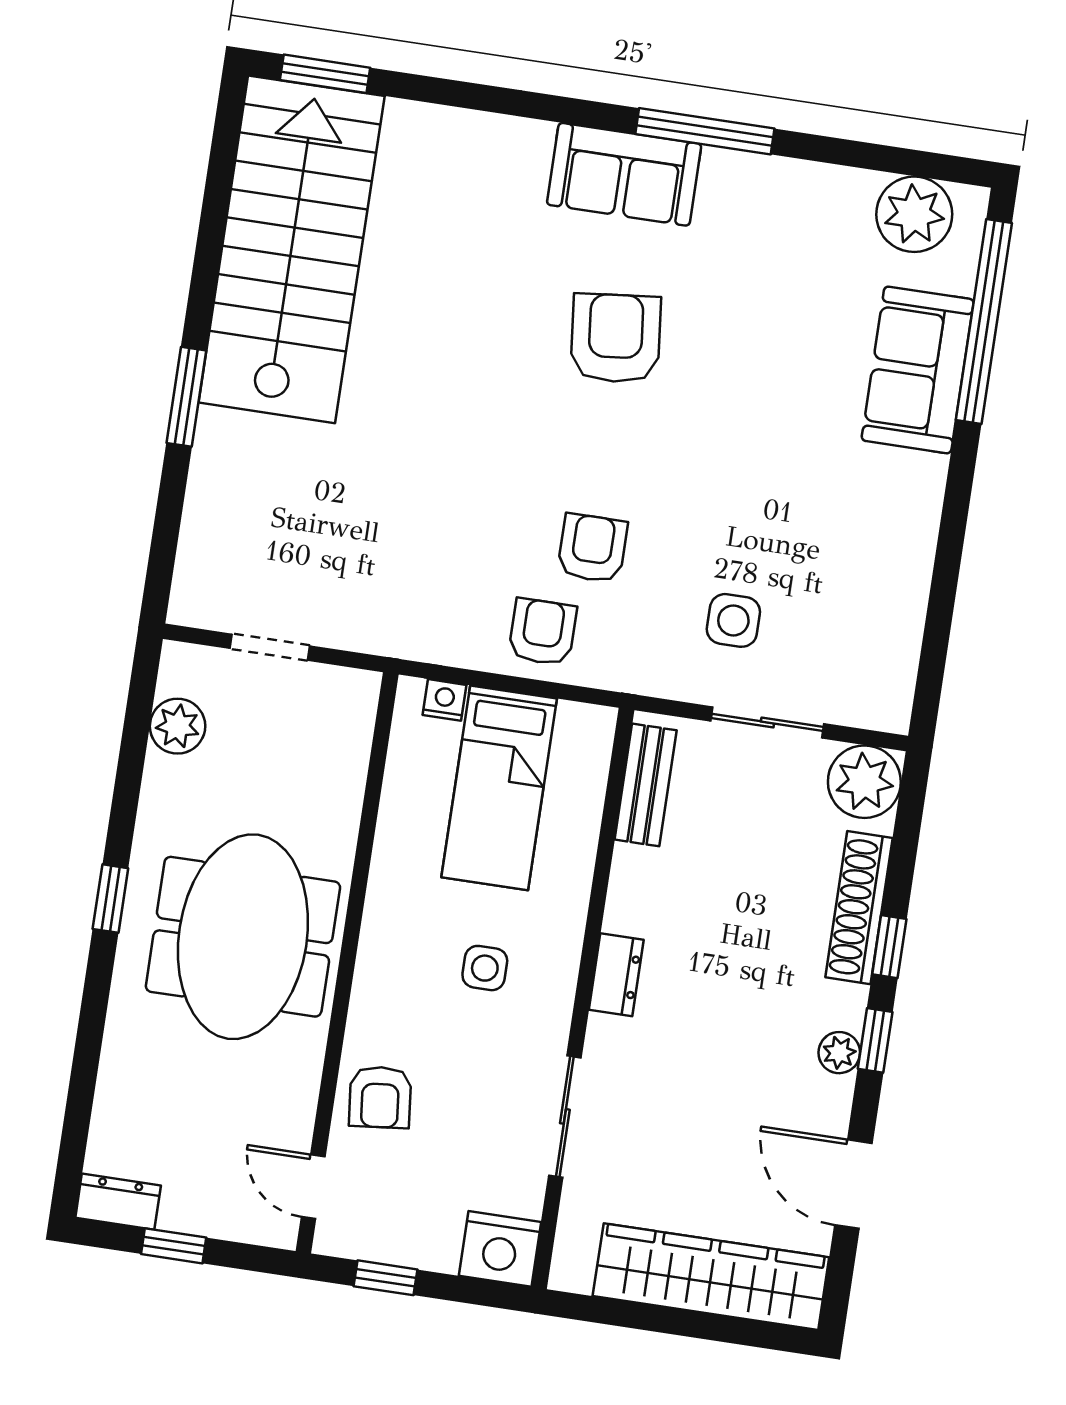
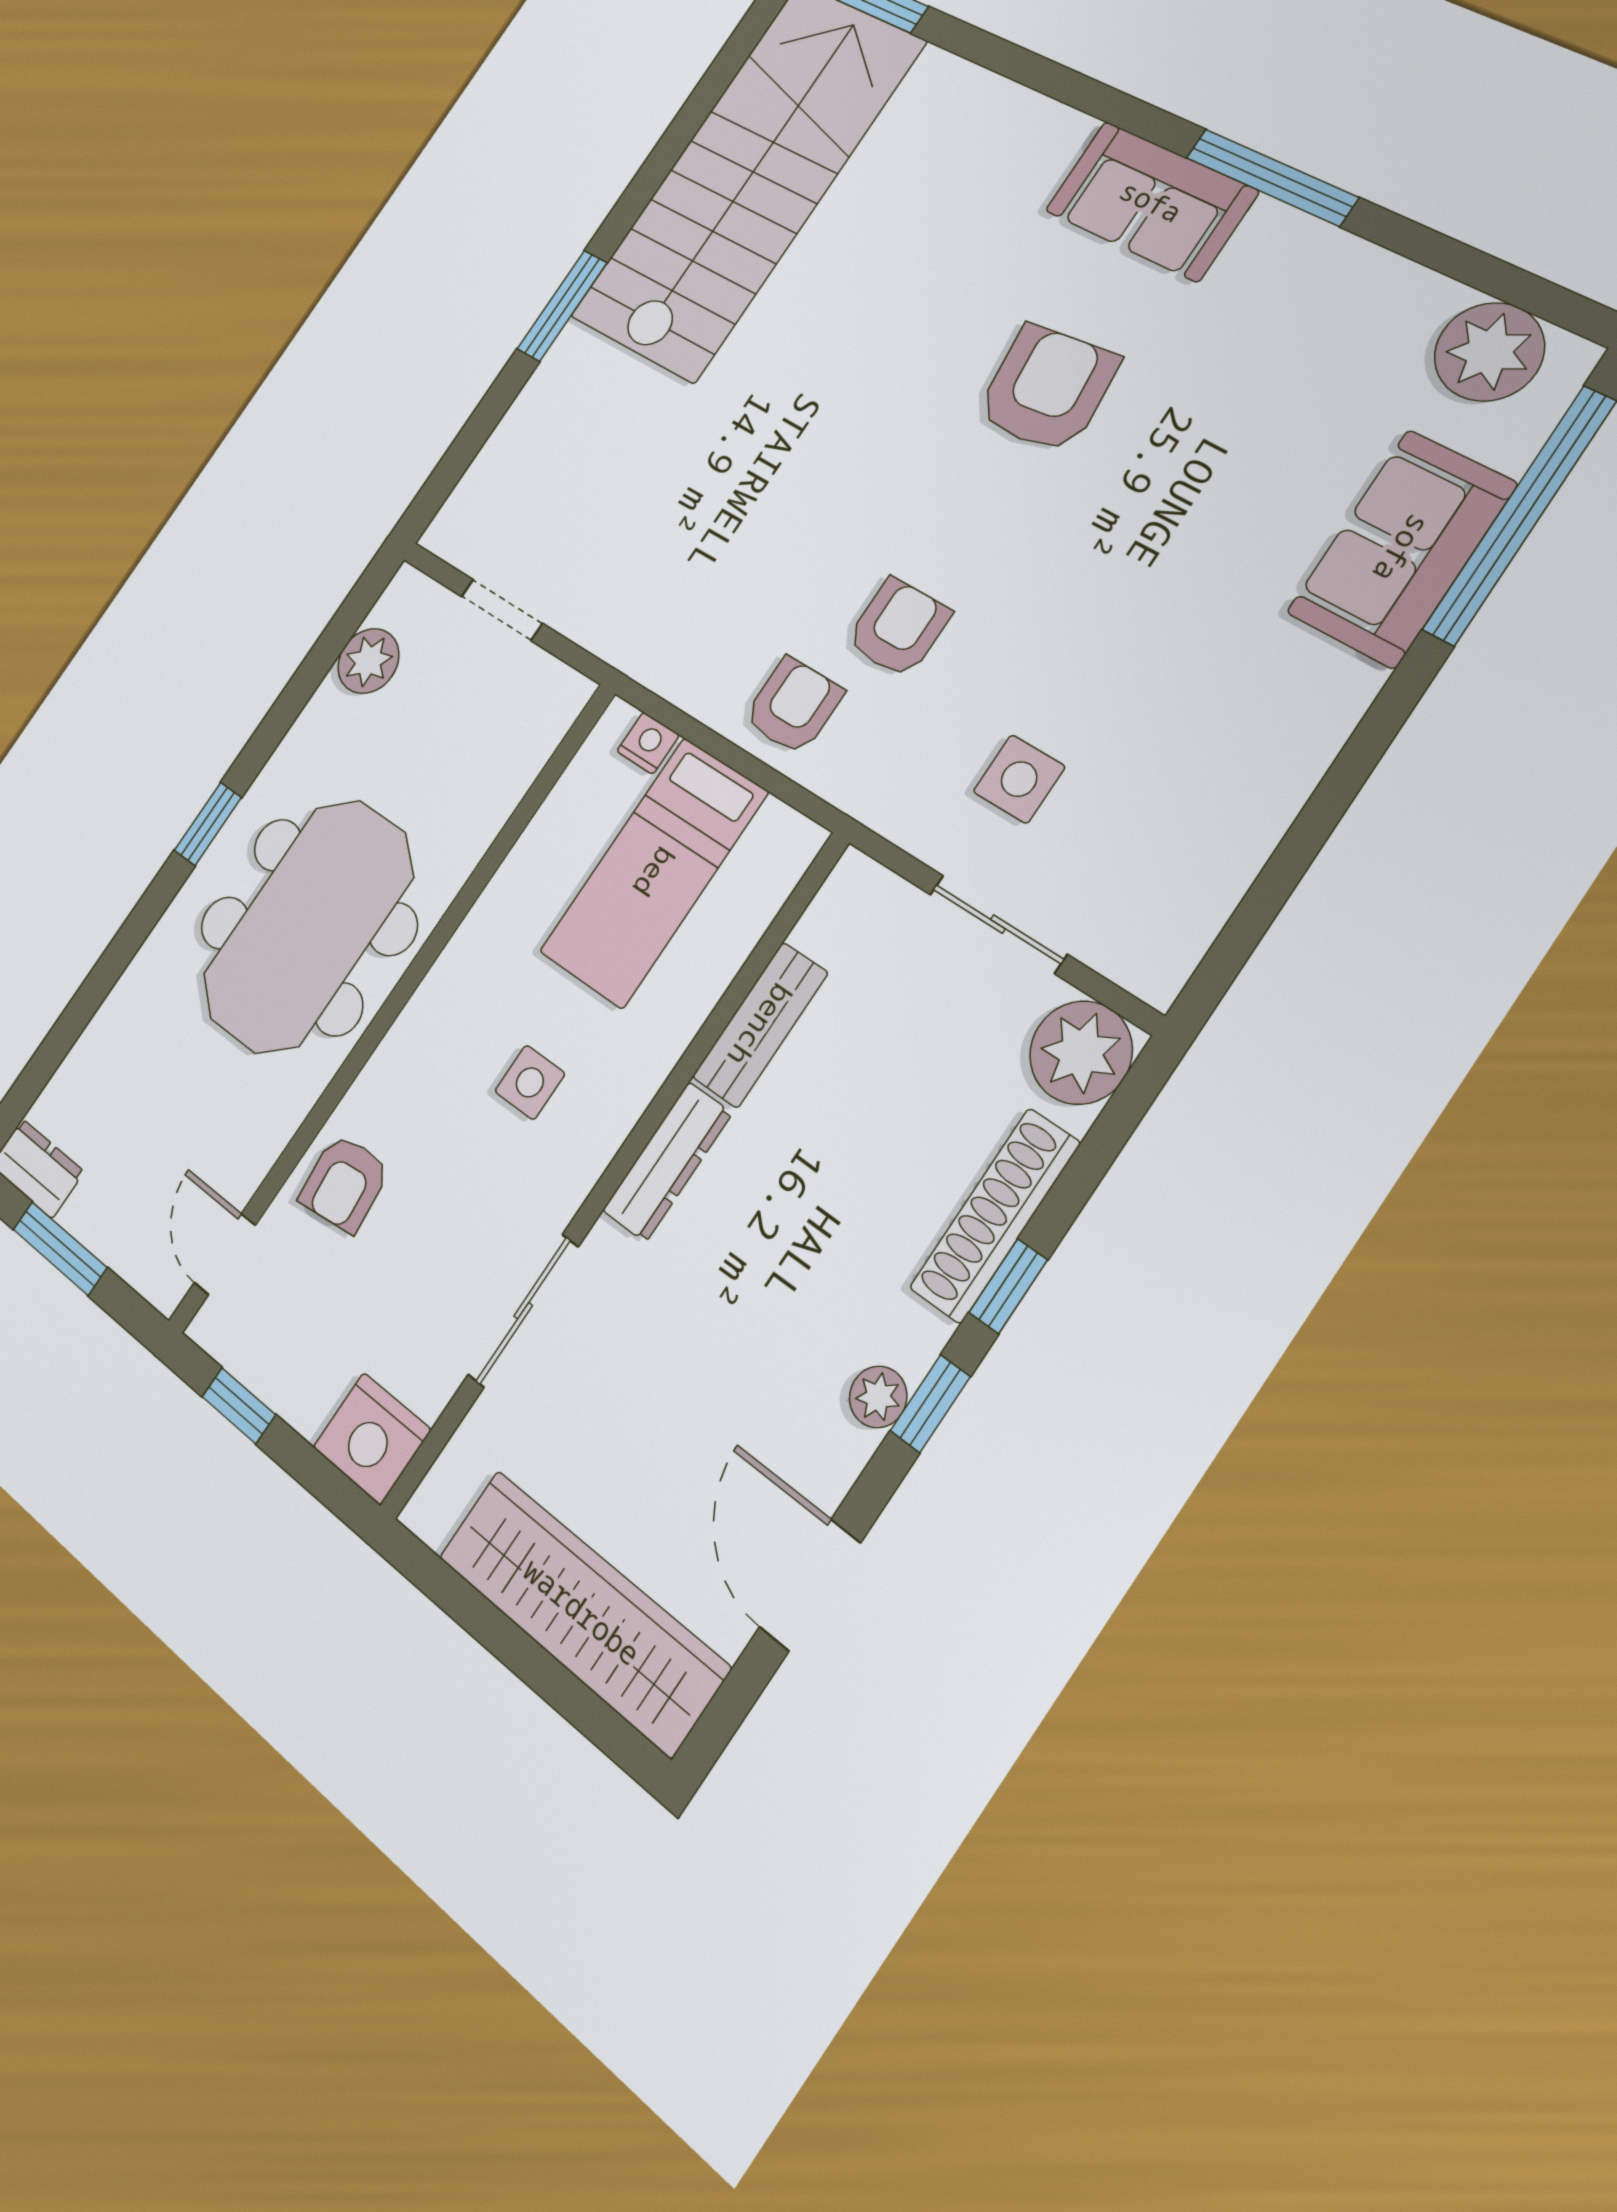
bench: (646, 785) -> (760, 1025), moved
dresser: (616, 975) -> (667, 1162), width x1.44
window: (174, 1246) -> (60, 1248), width x1.50

